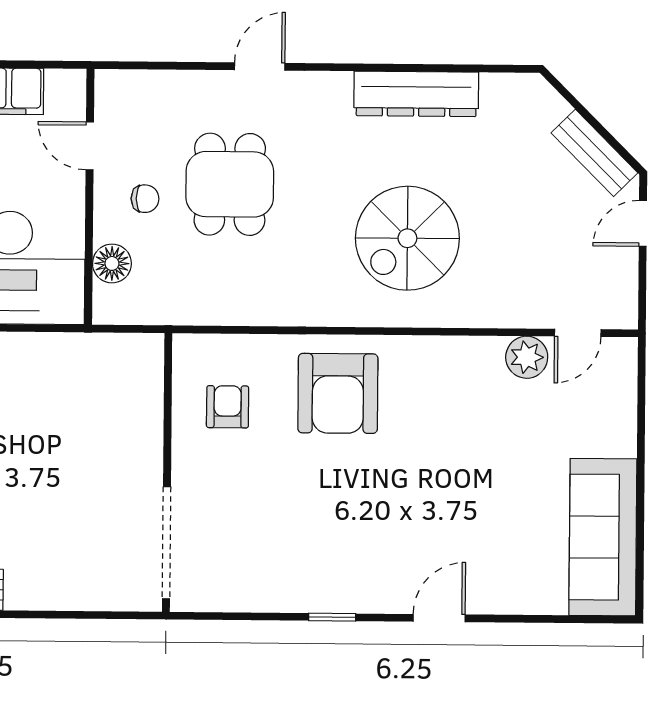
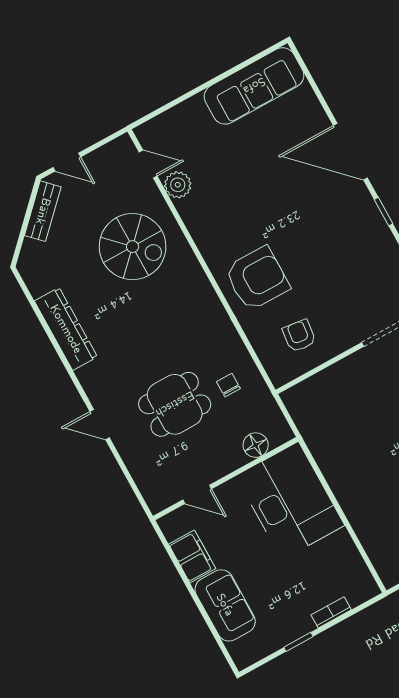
door: (90, 146) -> (197, 494), hinge flipped
chair: (145, 199) -> (228, 385), moved
spiral stairs: (407, 238) -> (133, 247), moved
armchair: (228, 407) -> (299, 336), turned 97
door: (439, 618) -> (350, 152), width x1.87

